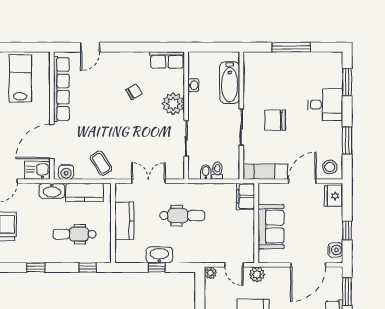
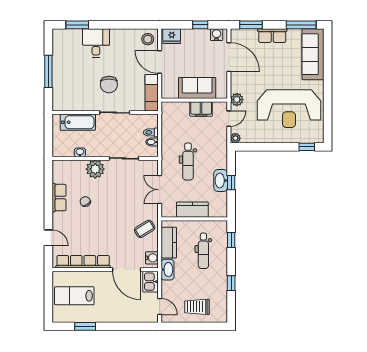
row of seats: (167, 60) -> (59, 198), moved
window: (347, 140) -> (126, 25), removed
filing cabinet: (246, 196) -> (201, 109), moved
dental chair: (182, 216) -> (188, 162), turned 180

